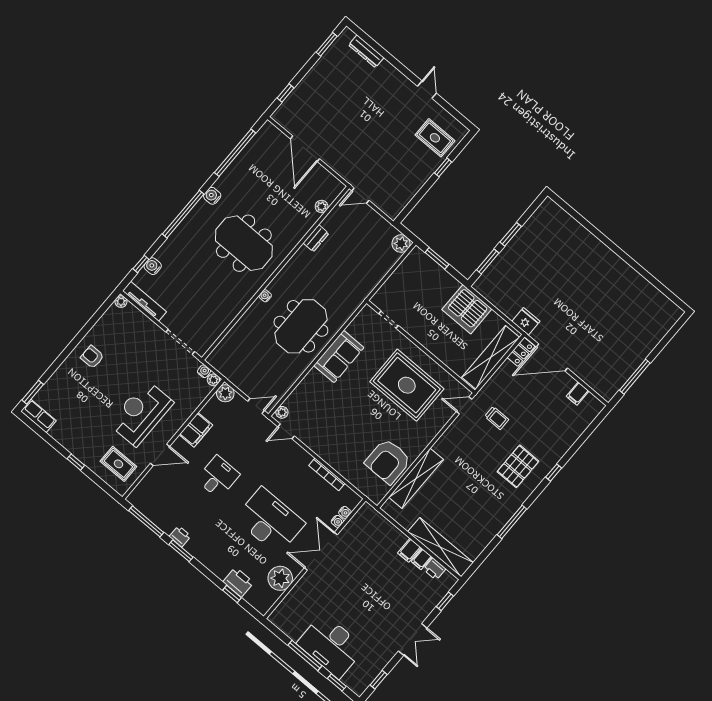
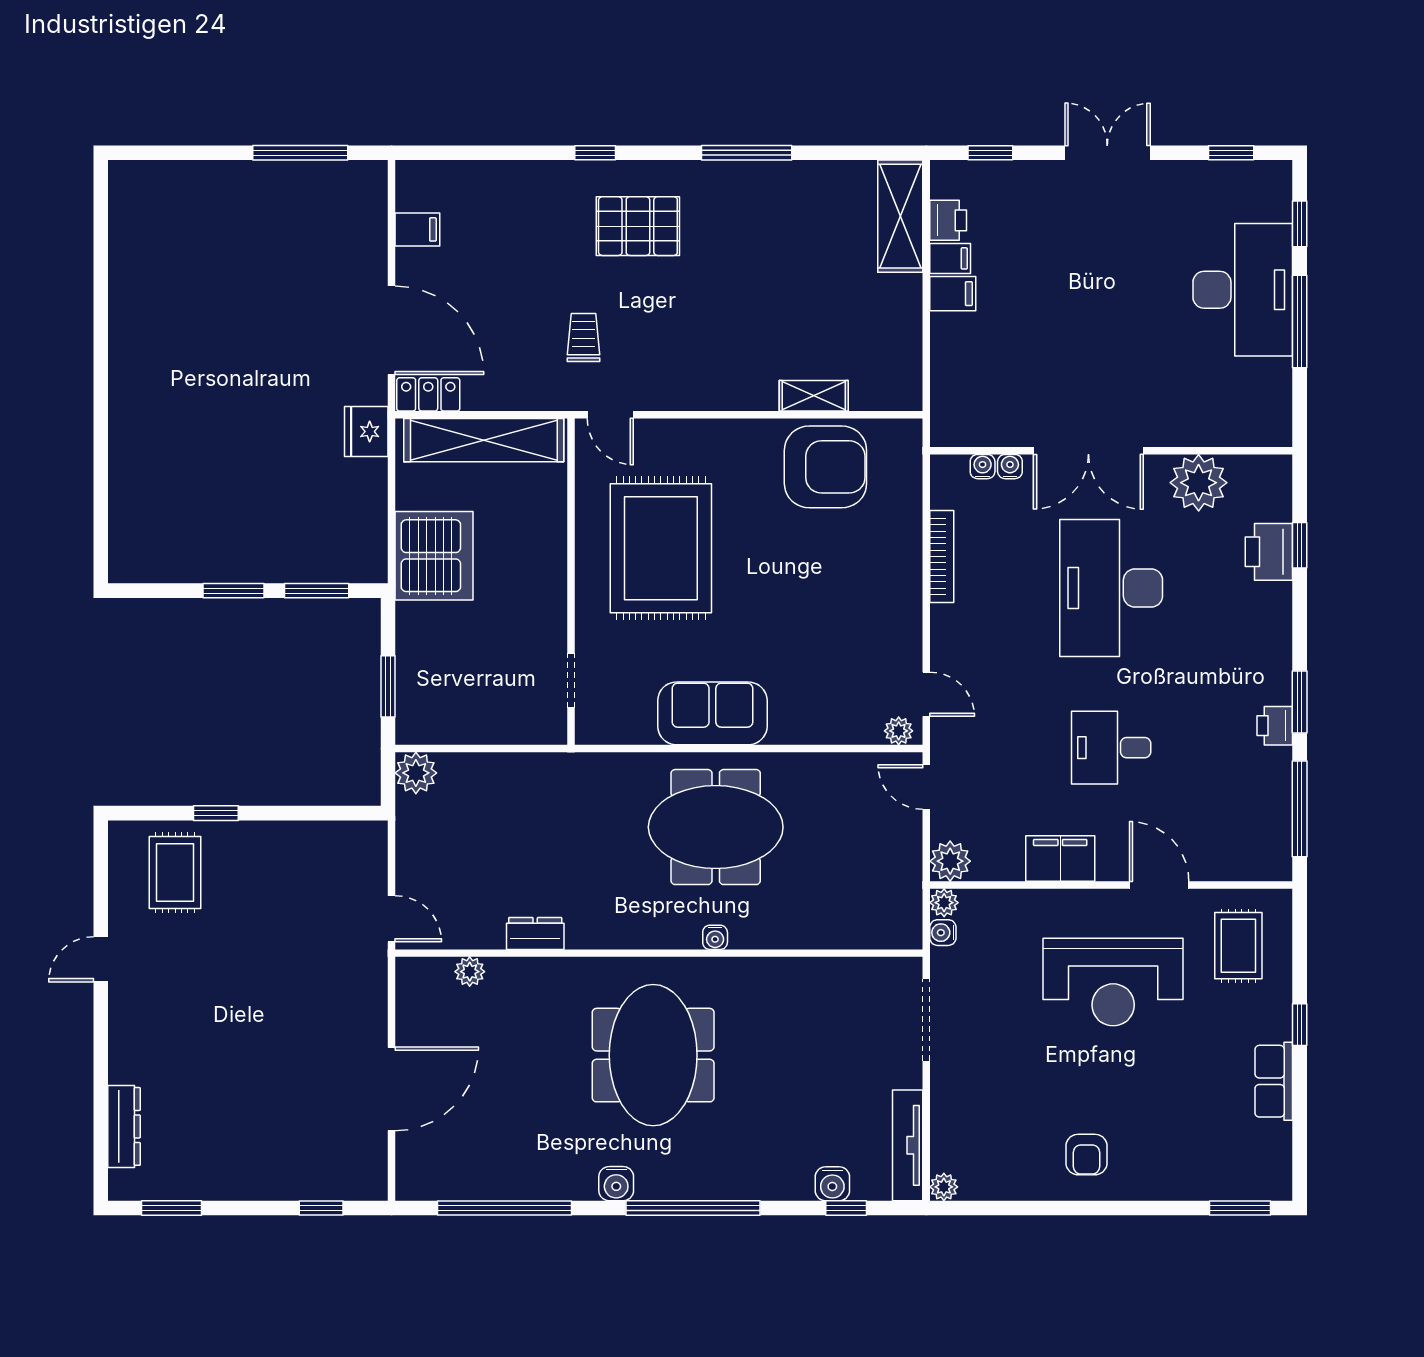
row of seats: (38, 416) -> (1274, 1081), moved
shelving: (416, 478) -> (814, 396), width x0.45, depth x0.75
shelving: (441, 547) -> (900, 216), width x0.68

